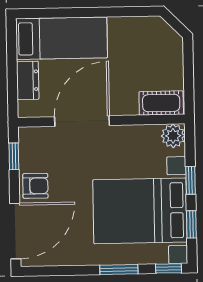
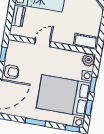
door: (82, 121) -> (42, 43), width x0.53
window: (119, 269) -> (35, 122), moved

